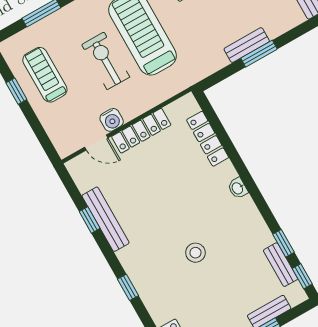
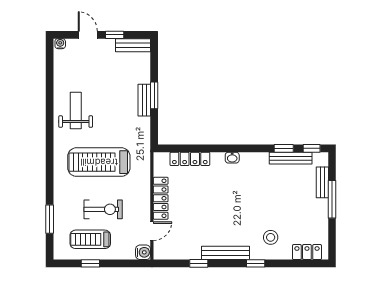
exercise bike: (106, 61) -> (103, 209), moved, turned 180
water cooler: (112, 120) -> (143, 252), moved
bench: (106, 219) -> (225, 253), moved
stool: (195, 253) -> (271, 237), moved
bench: (280, 265) -> (291, 158), width x1.36

